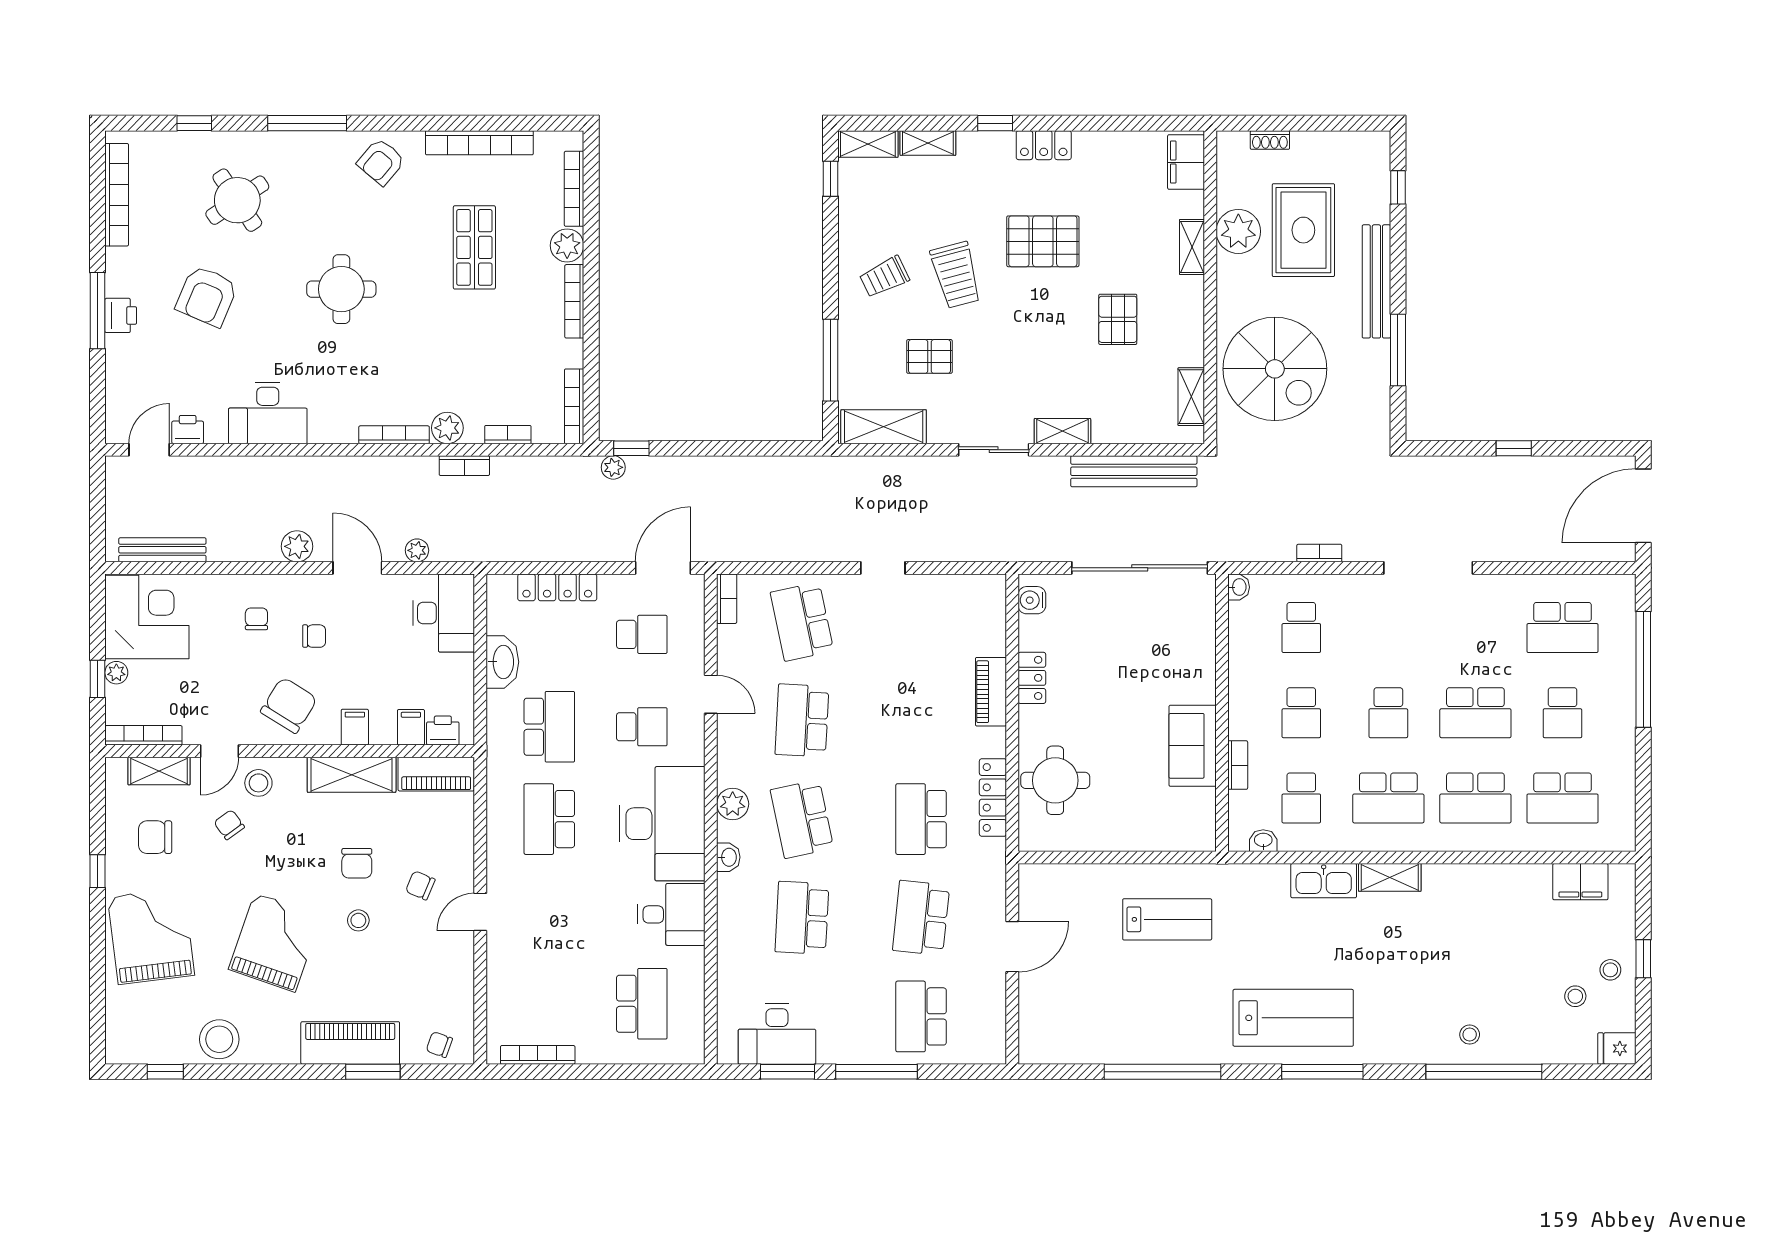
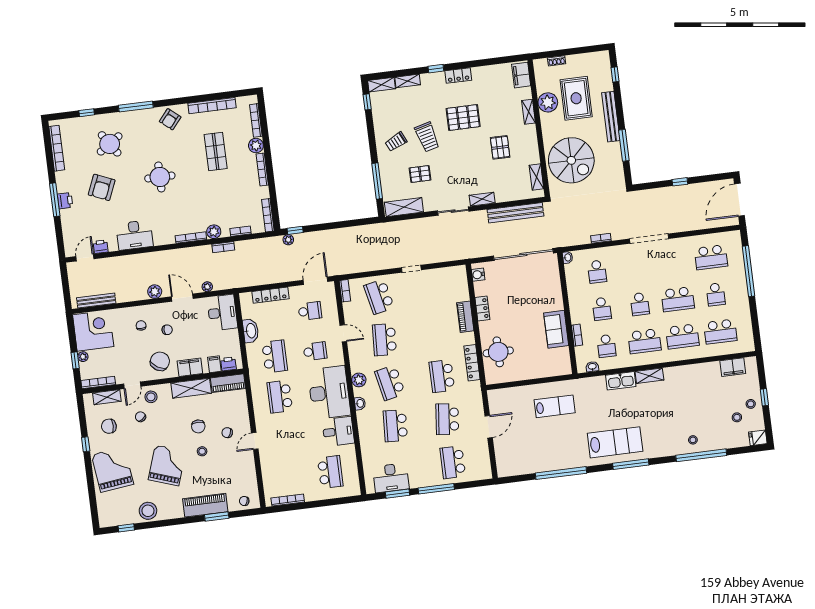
filing cabinet: (355, 727) -> (190, 367), width x2.00

